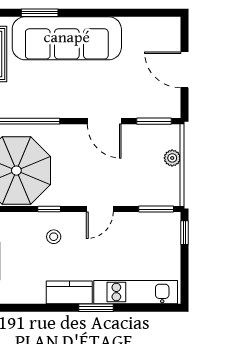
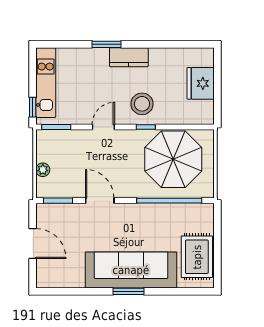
window: (40, 13) -> (128, 291), moved
stool: (54, 237) -> (142, 104), width x1.89, depth x1.89
kitchen unit: (136, 292) -> (46, 83), moved, turned -90

